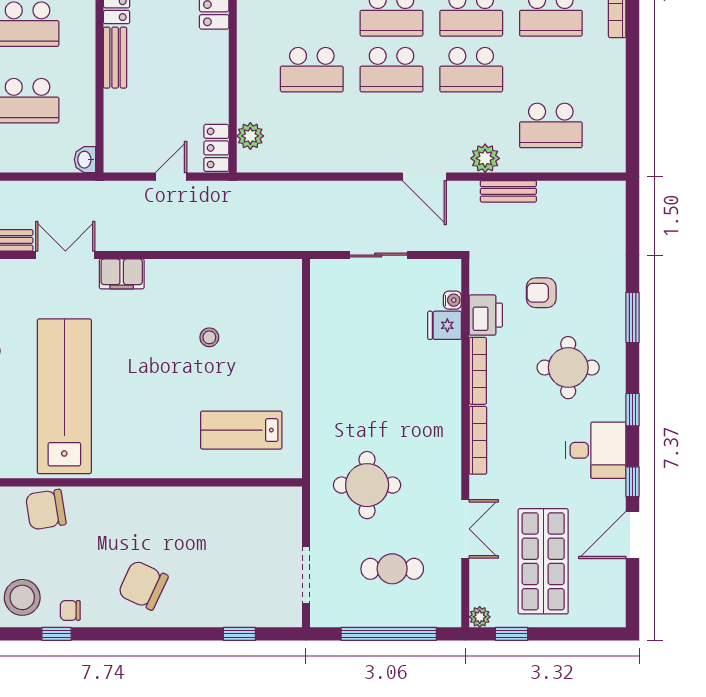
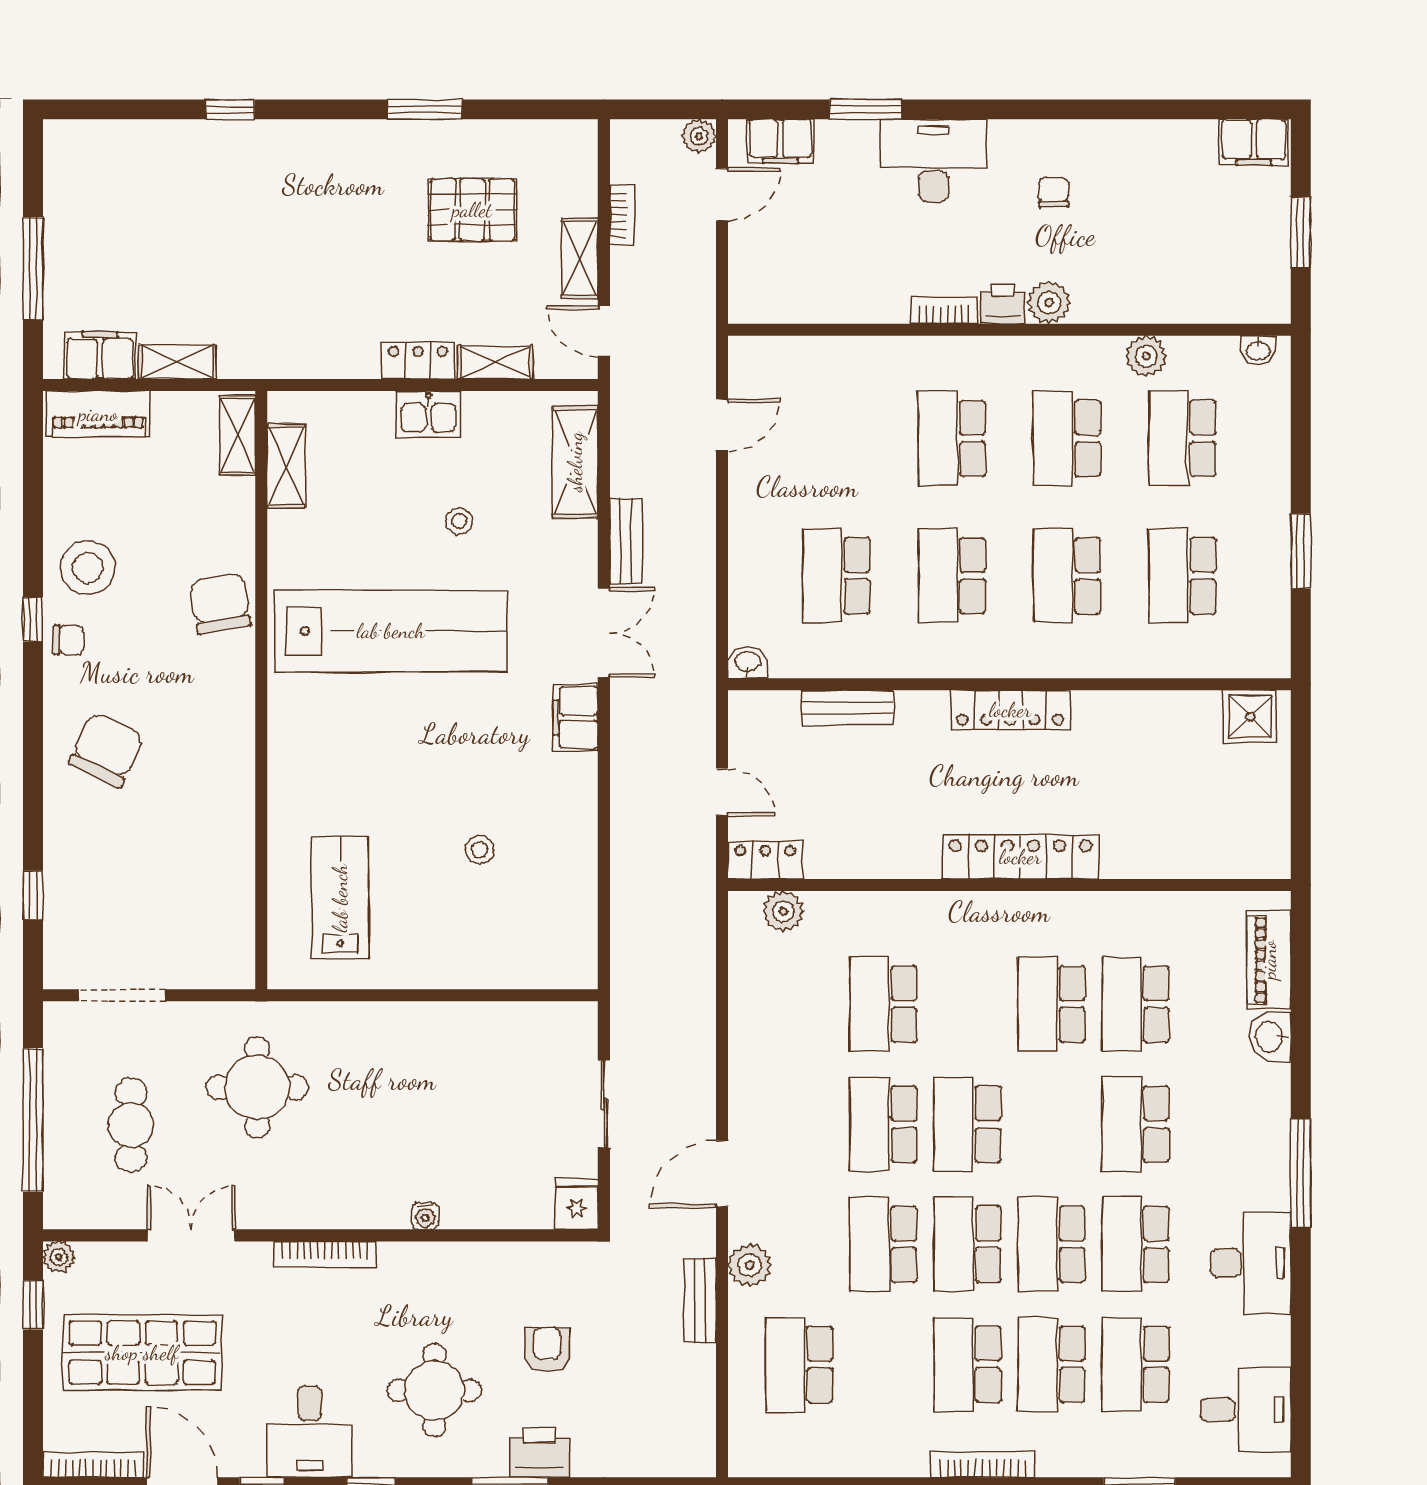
bench: (115, 58) -> (847, 708), moved
water cooler: (452, 300) -> (425, 1216), moved
printer: (486, 315) -> (539, 1452), moved, turned 180
fridge: (445, 325) -> (577, 1204), moved
bookcase: (478, 371) -> (93, 1465), moved, turned 180
double door: (465, 529) -> (191, 1235), swing flipped
chair: (70, 610) -> (68, 640), turned 90

